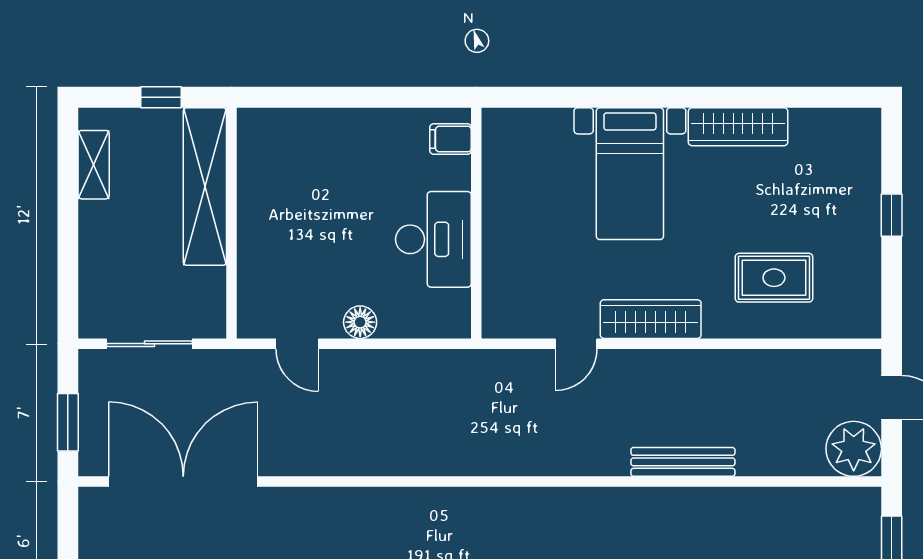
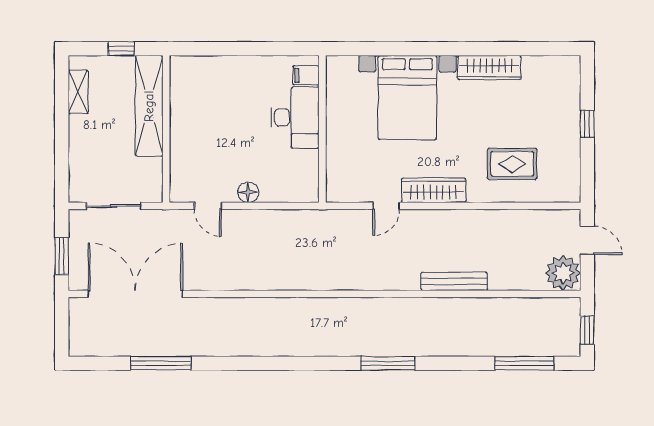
bed with nightstands: (630, 174) -> (407, 97), width x1.36
desk: (433, 239) -> (295, 118), moved

